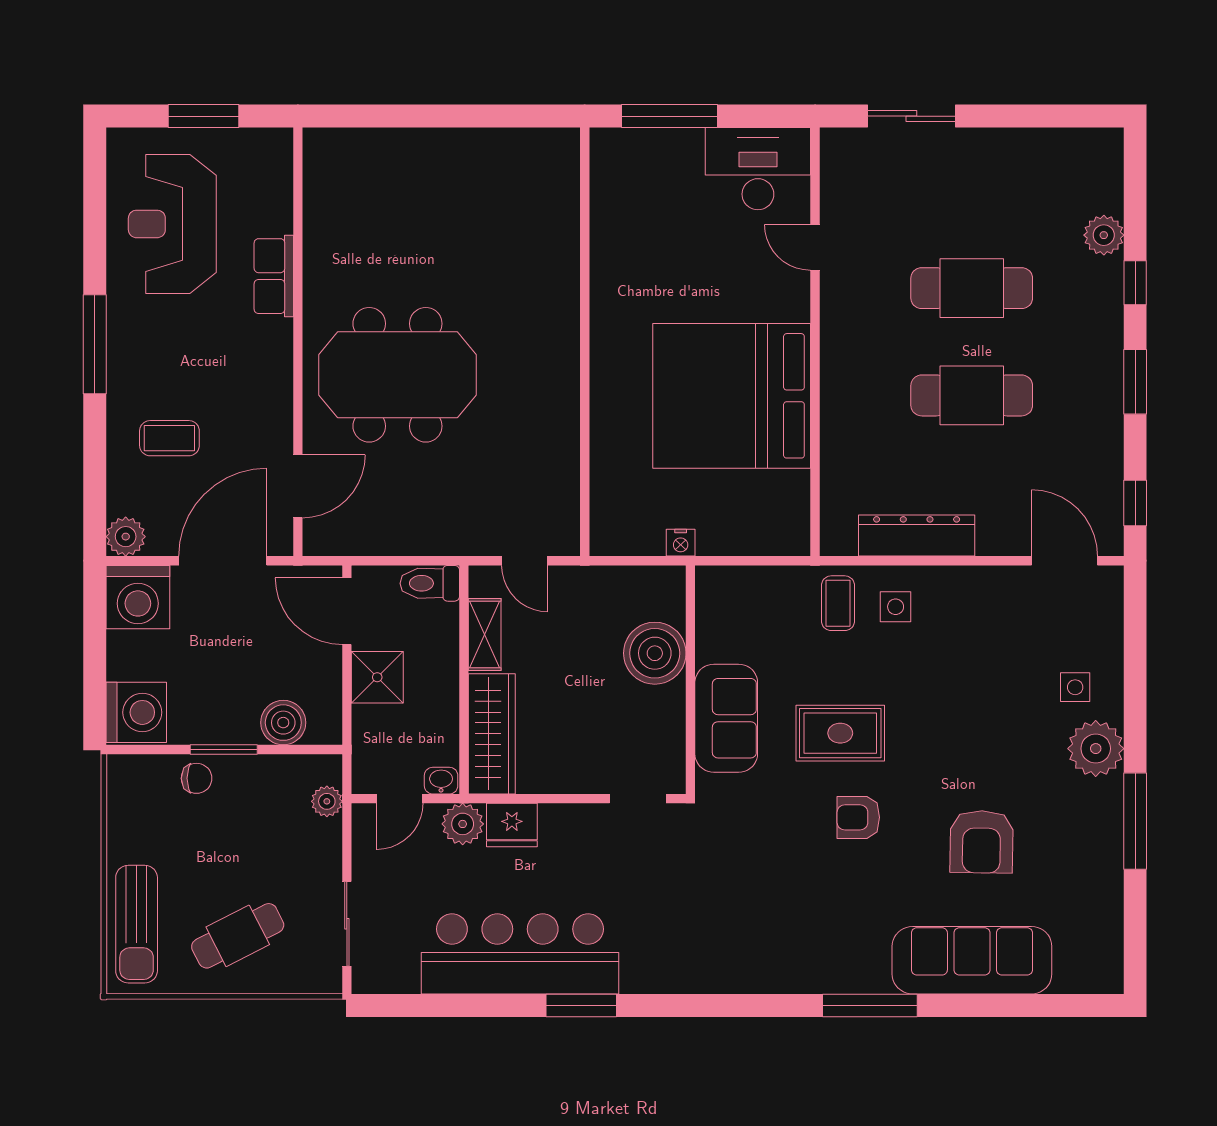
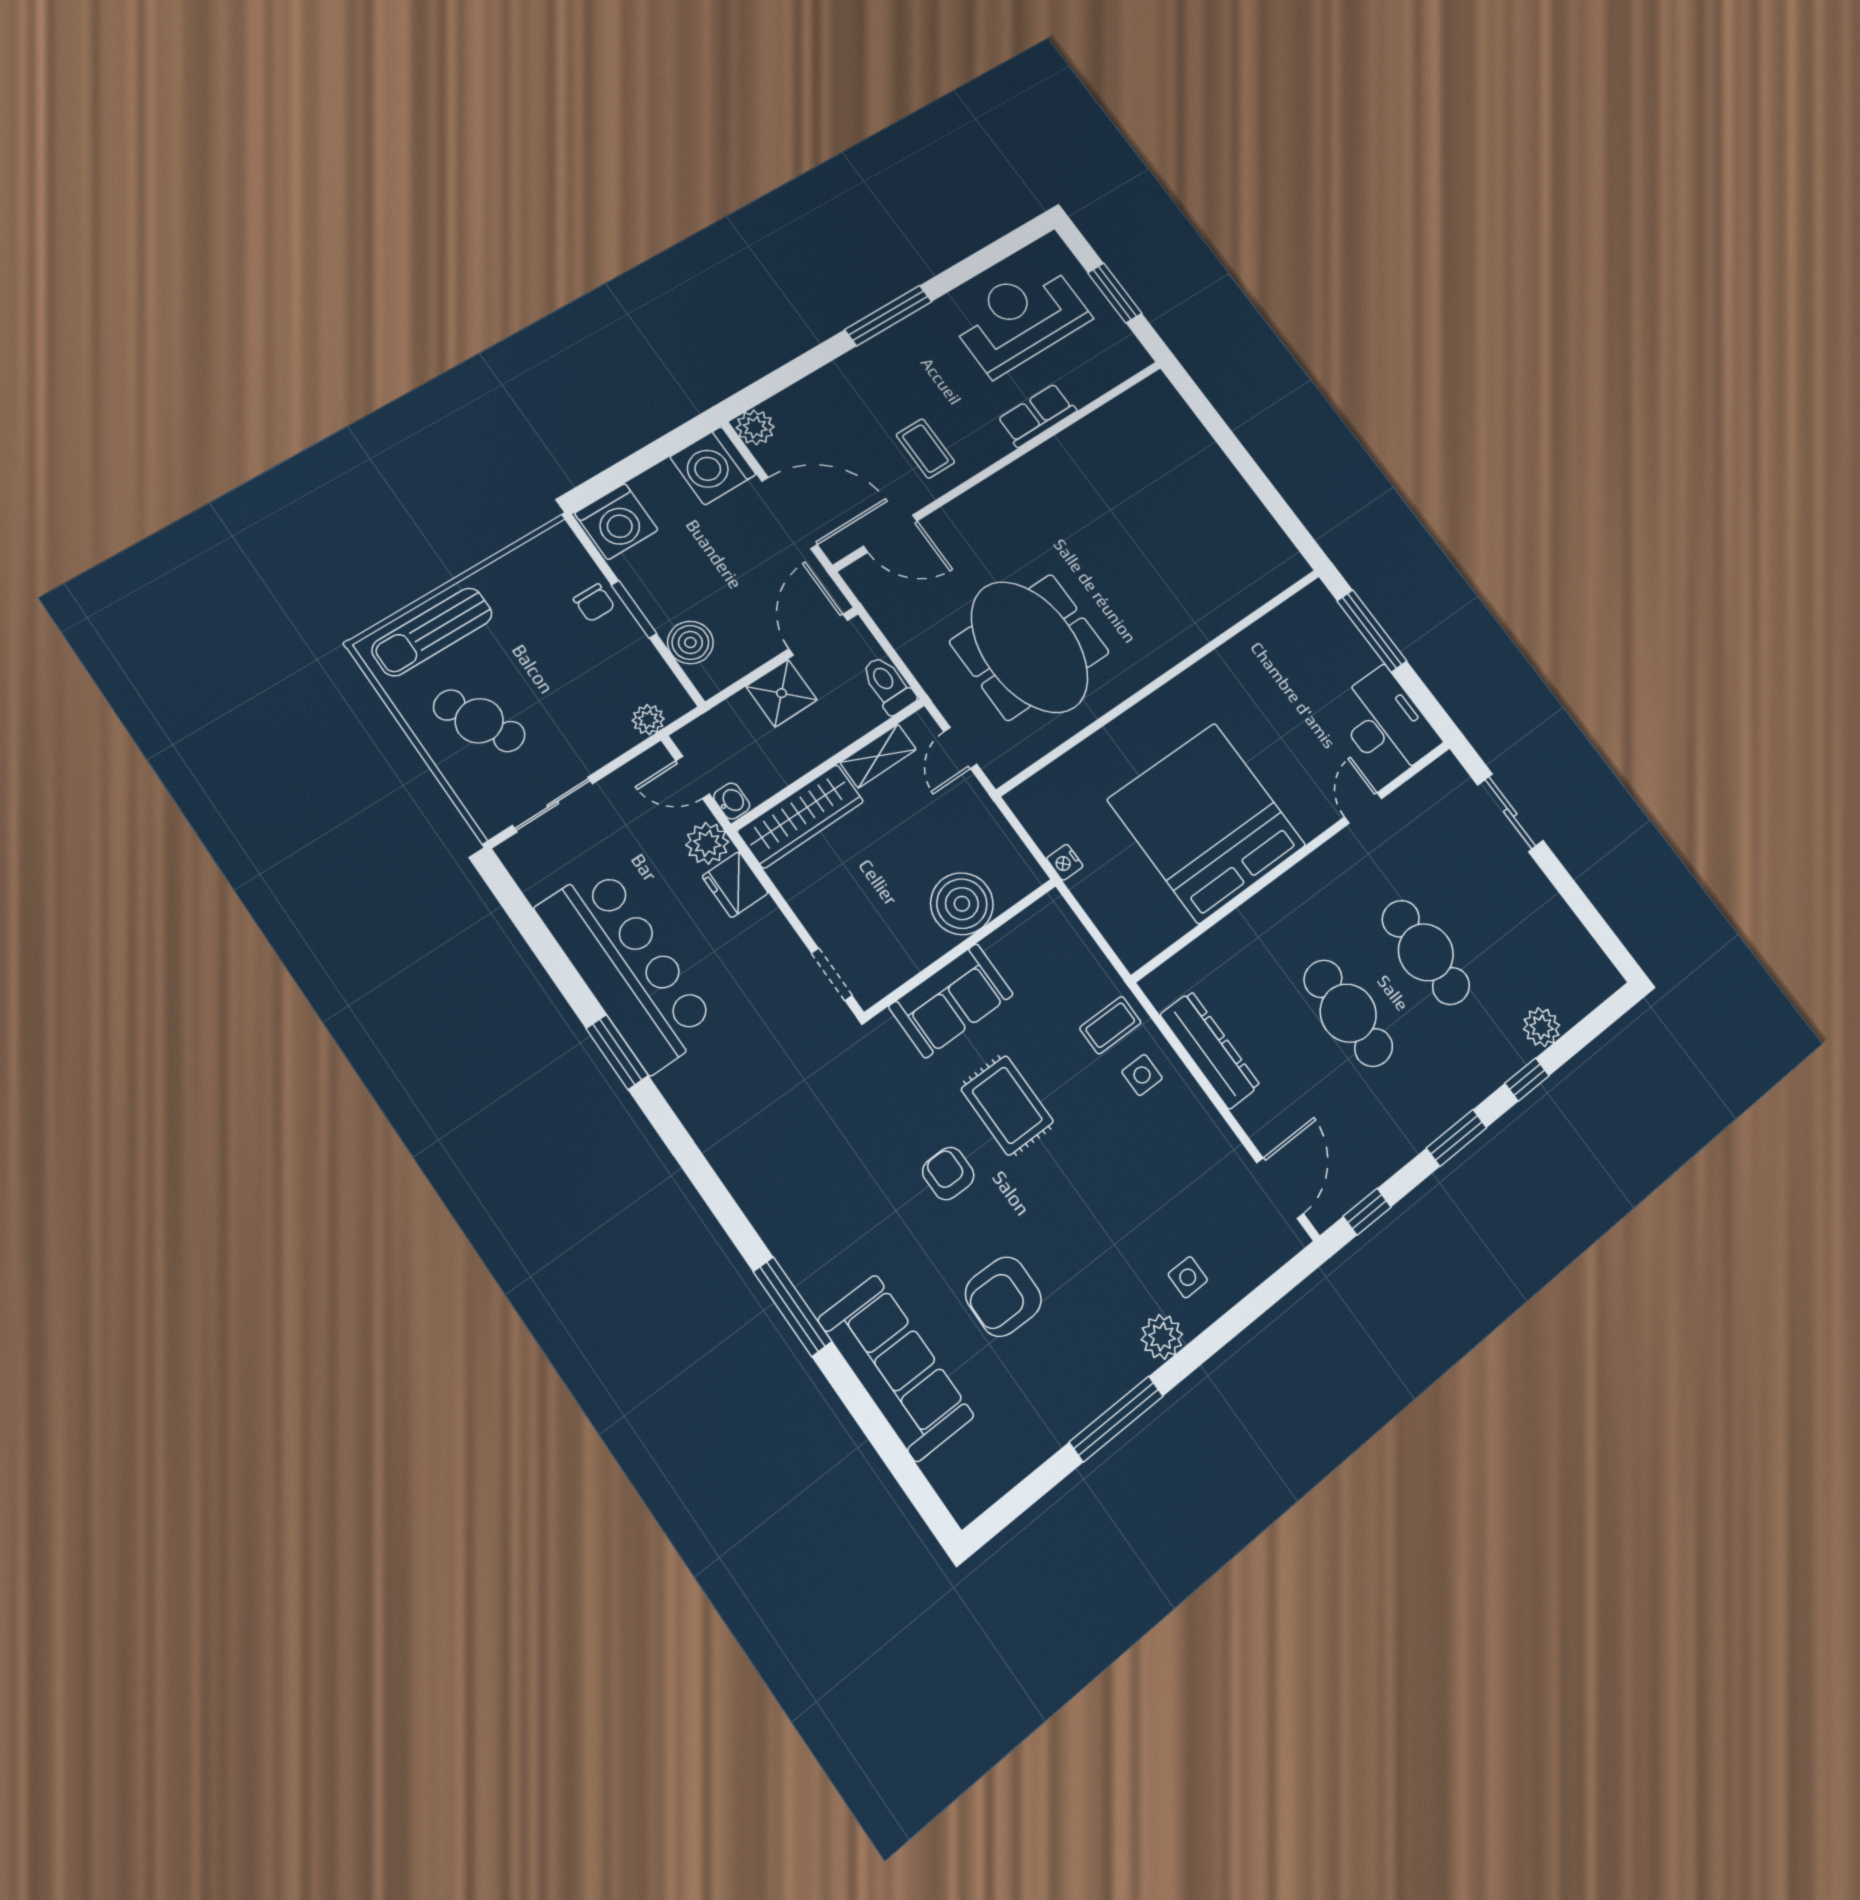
meeting table: (397, 375) -> (1030, 647), moved
coffee table: (169, 438) -> (925, 449), moved
plant: (1096, 749) -> (1162, 1337), width x0.73, depth x0.73

